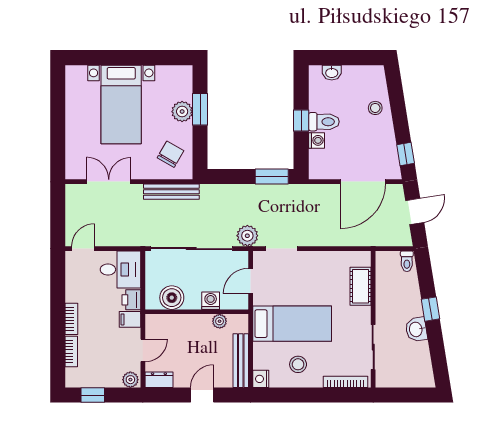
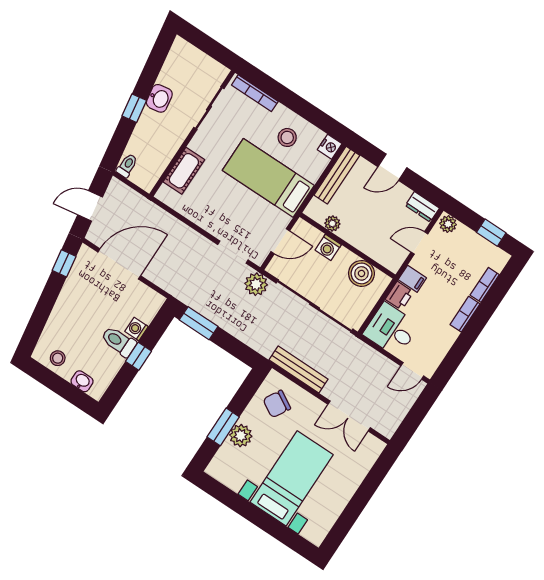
stool: (375, 108) -> (58, 358), moved

